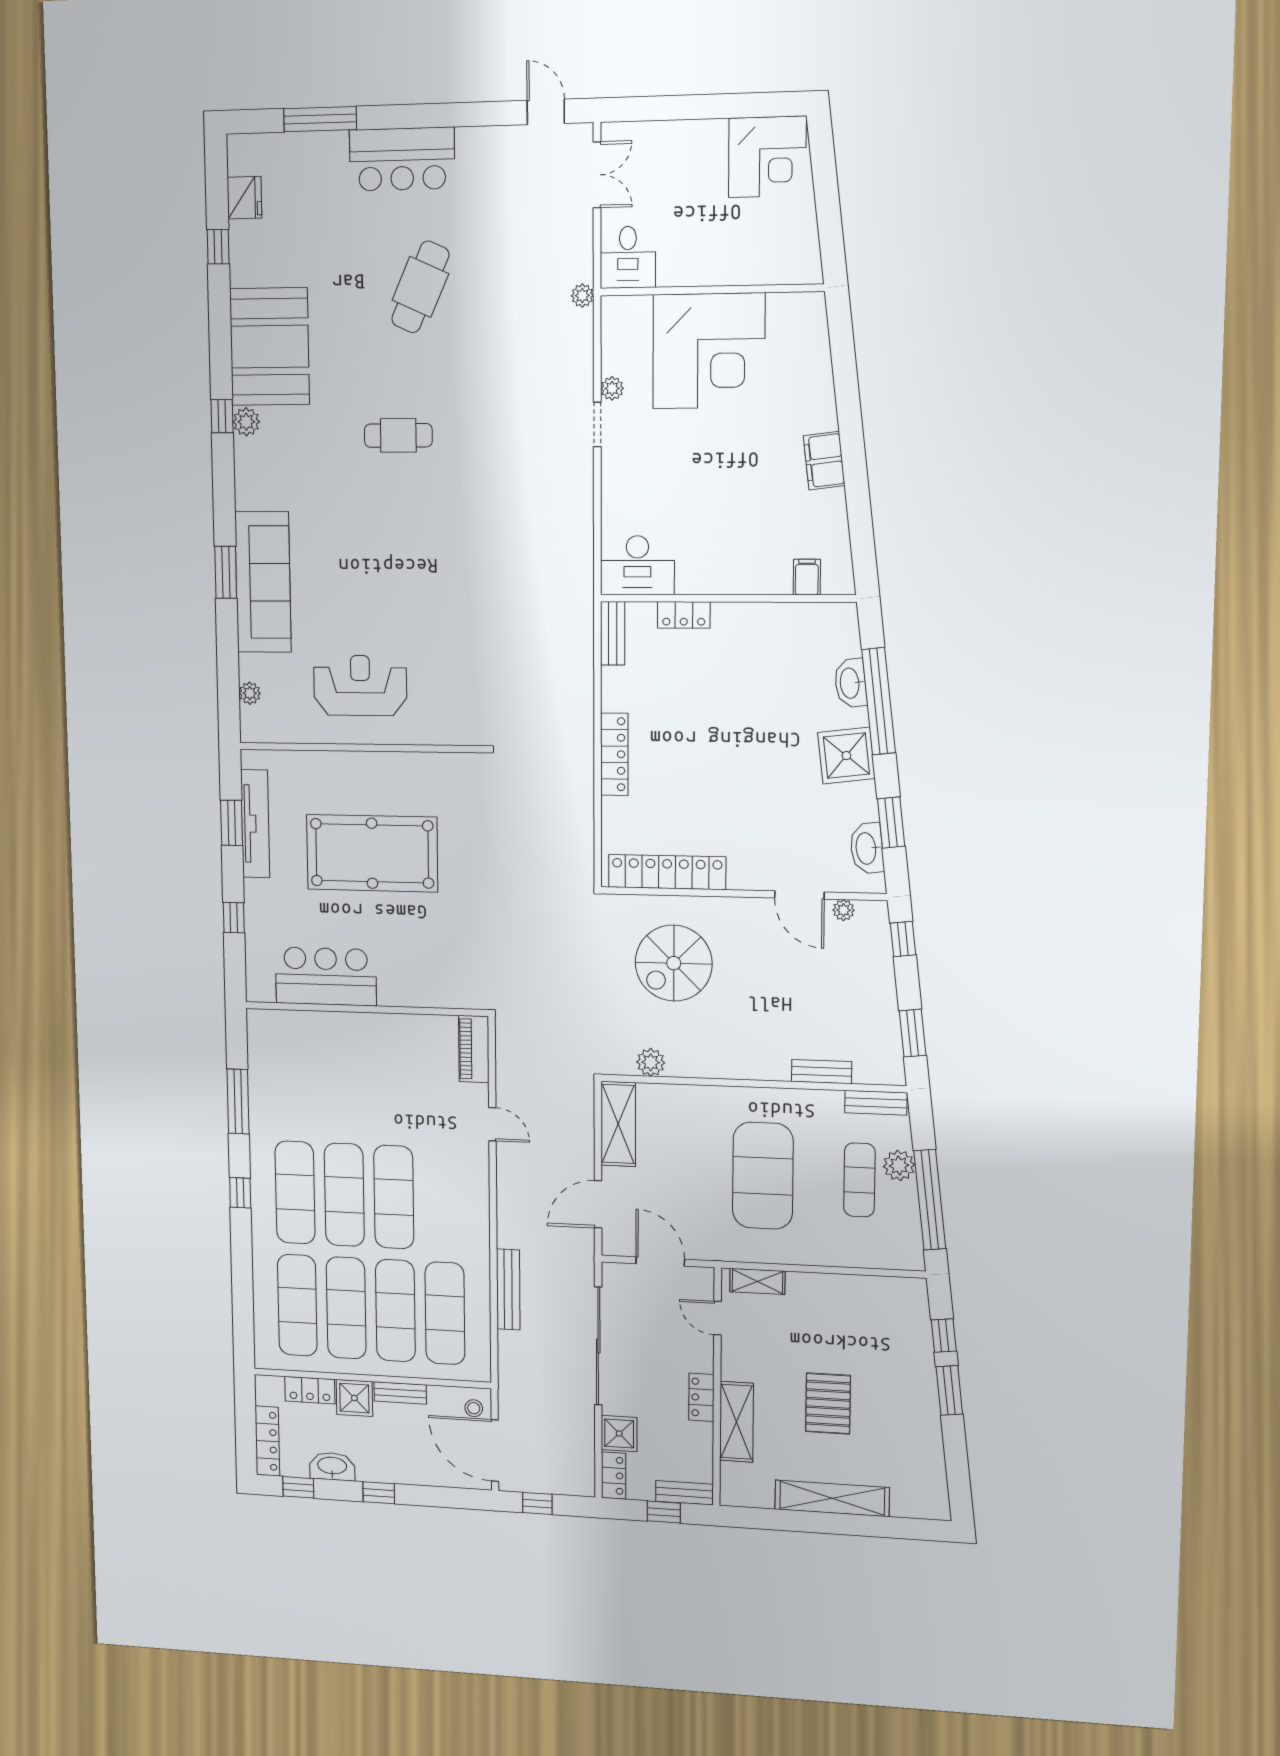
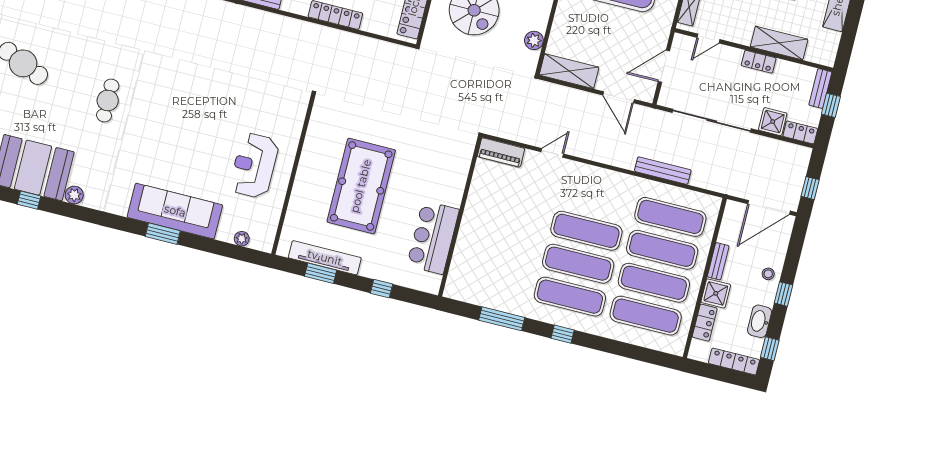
window: (222, 416) -> (29, 200), moved
stool: (474, 1408) -> (768, 274), moved

